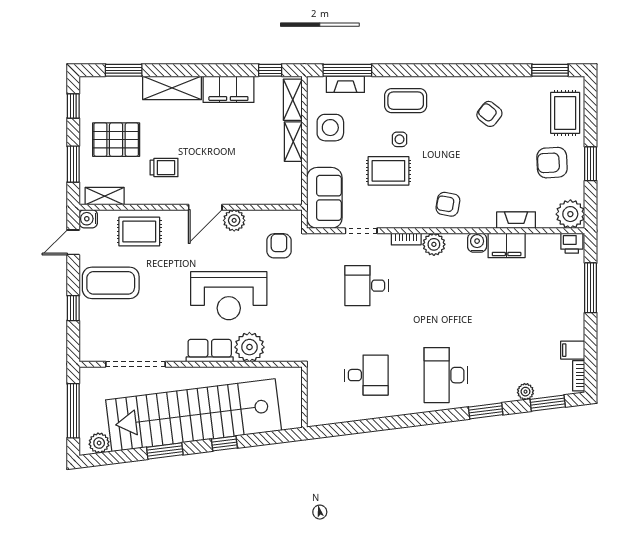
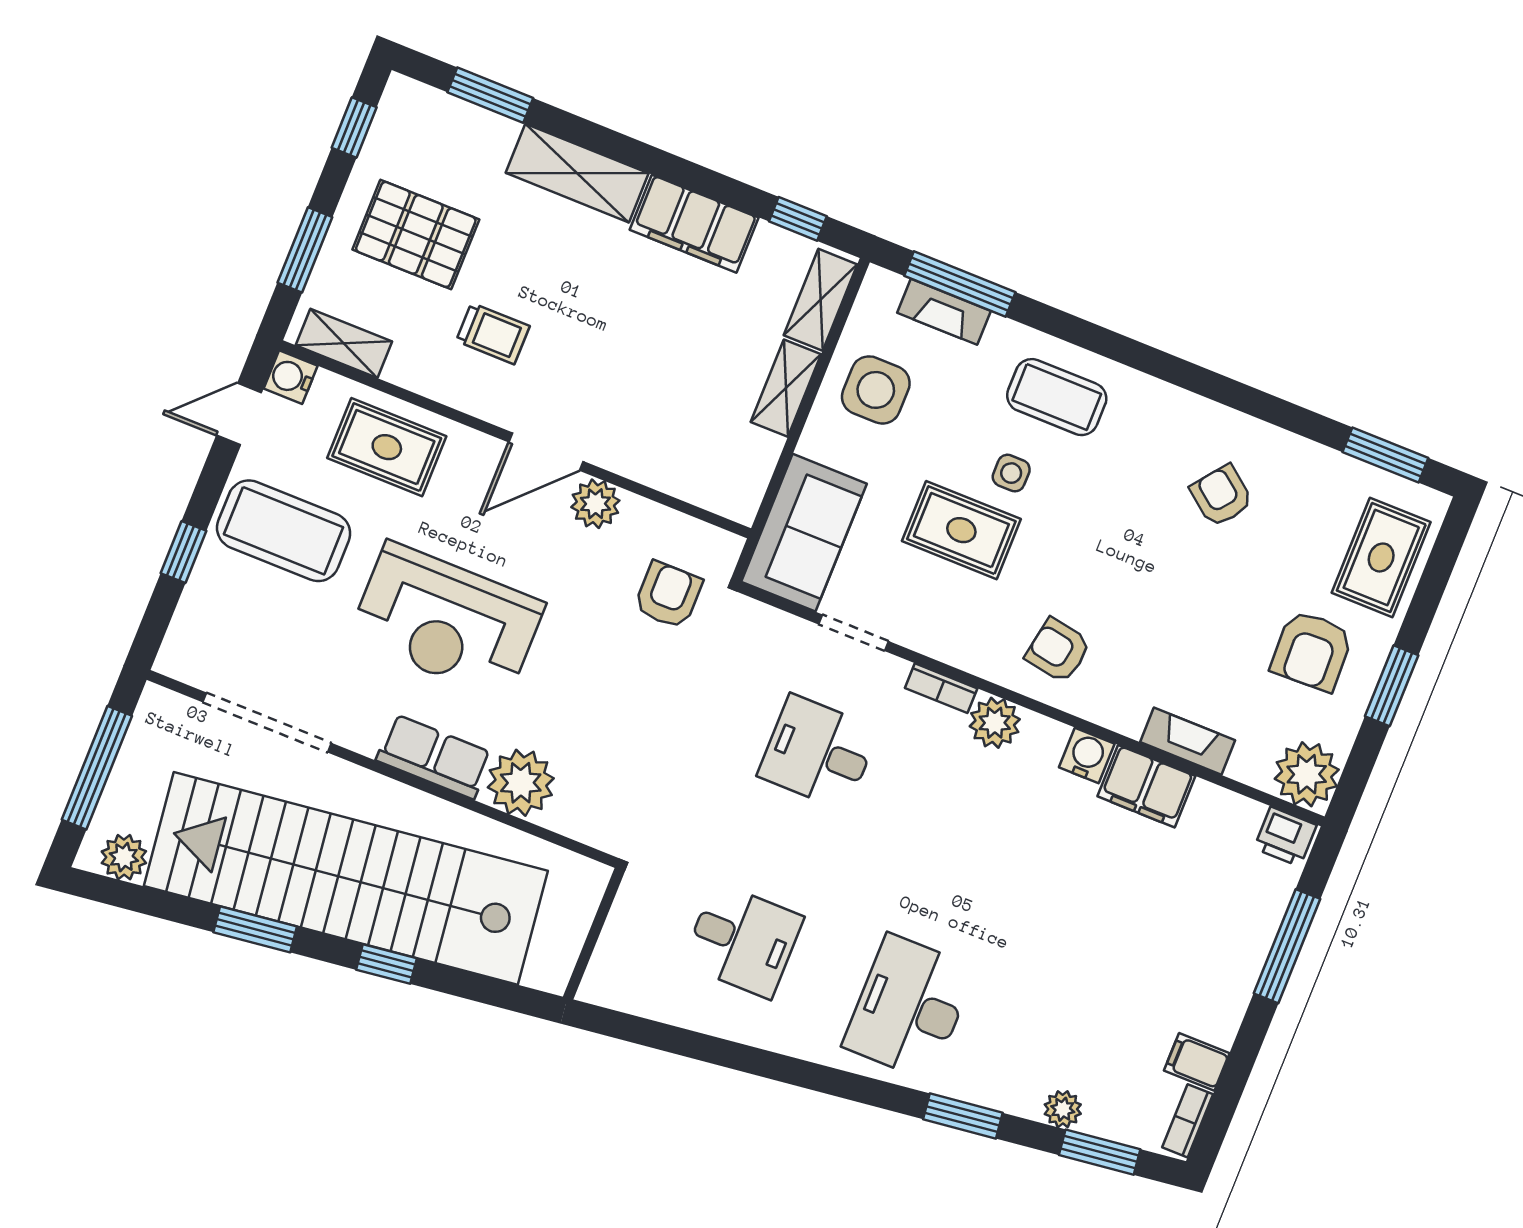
armchair: (552, 163) -> (1312, 651), turned -89
reception desk: (229, 296) -> (447, 621), moved

